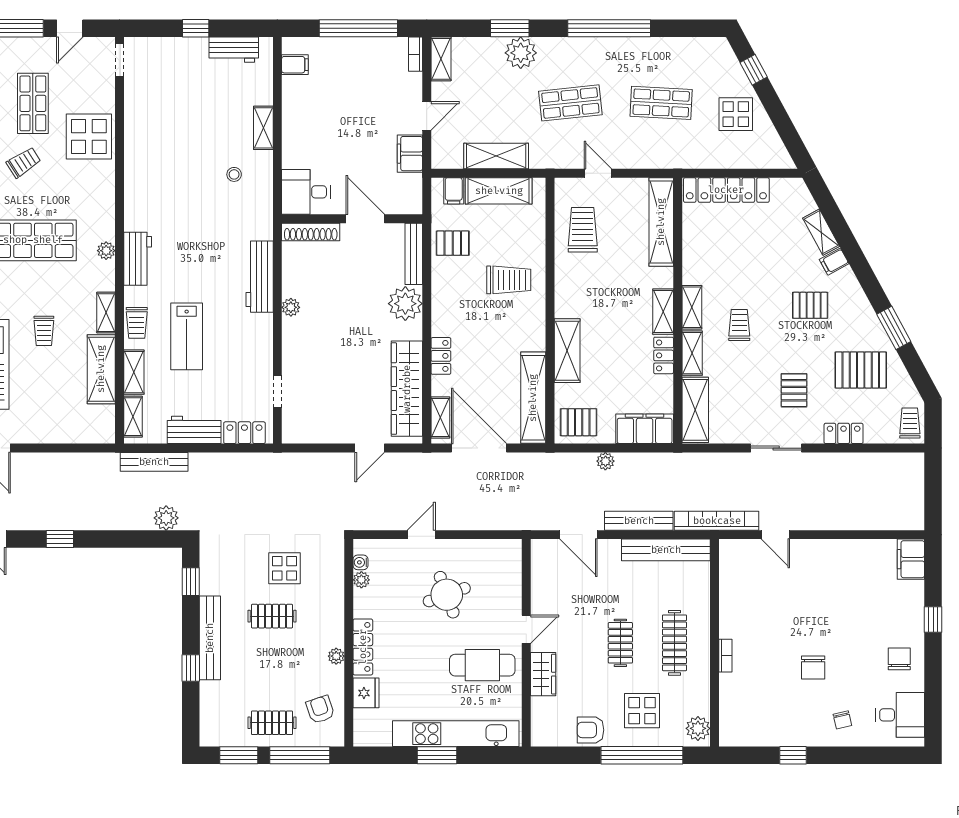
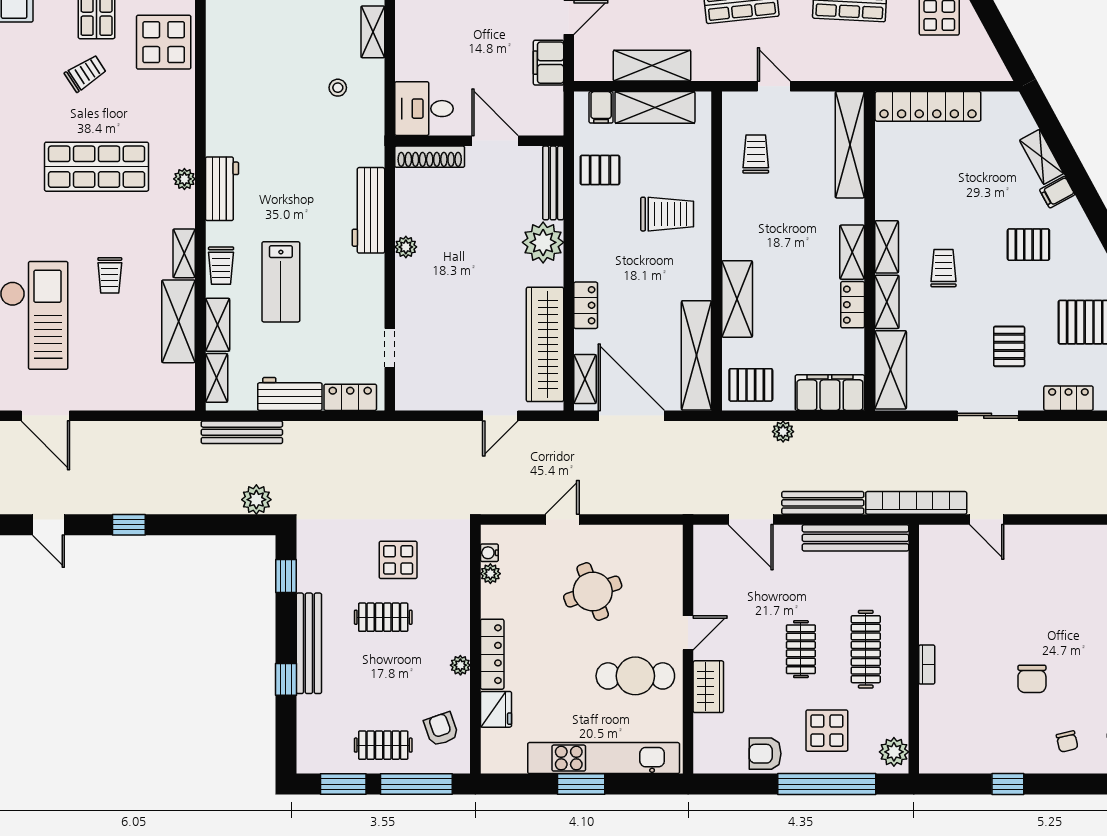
trolley: (583, 230) -> (756, 154), width x0.73, depth x0.72

